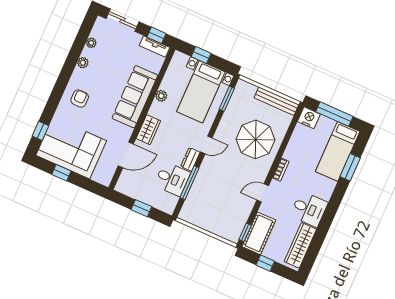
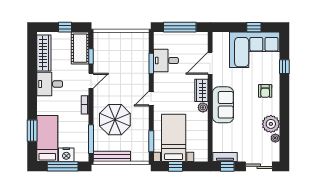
window: (201, 55) -> (176, 166), moved
plant: (83, 63) -> (271, 124), width x1.87, depth x1.87
plant: (161, 96) -> (203, 107), moved
sofa: (135, 97) -> (223, 105), width x0.73
nightstand: (309, 118) -> (66, 155), moved
window: (291, 130) -> (91, 139), added
window: (40, 131) -> (284, 67), moved
dresser: (190, 159) -> (159, 82), removed
window: (190, 183) -> (151, 64), width x0.69
window: (141, 208) -> (180, 27), width x2.17
window: (245, 232) -> (91, 56), moved

